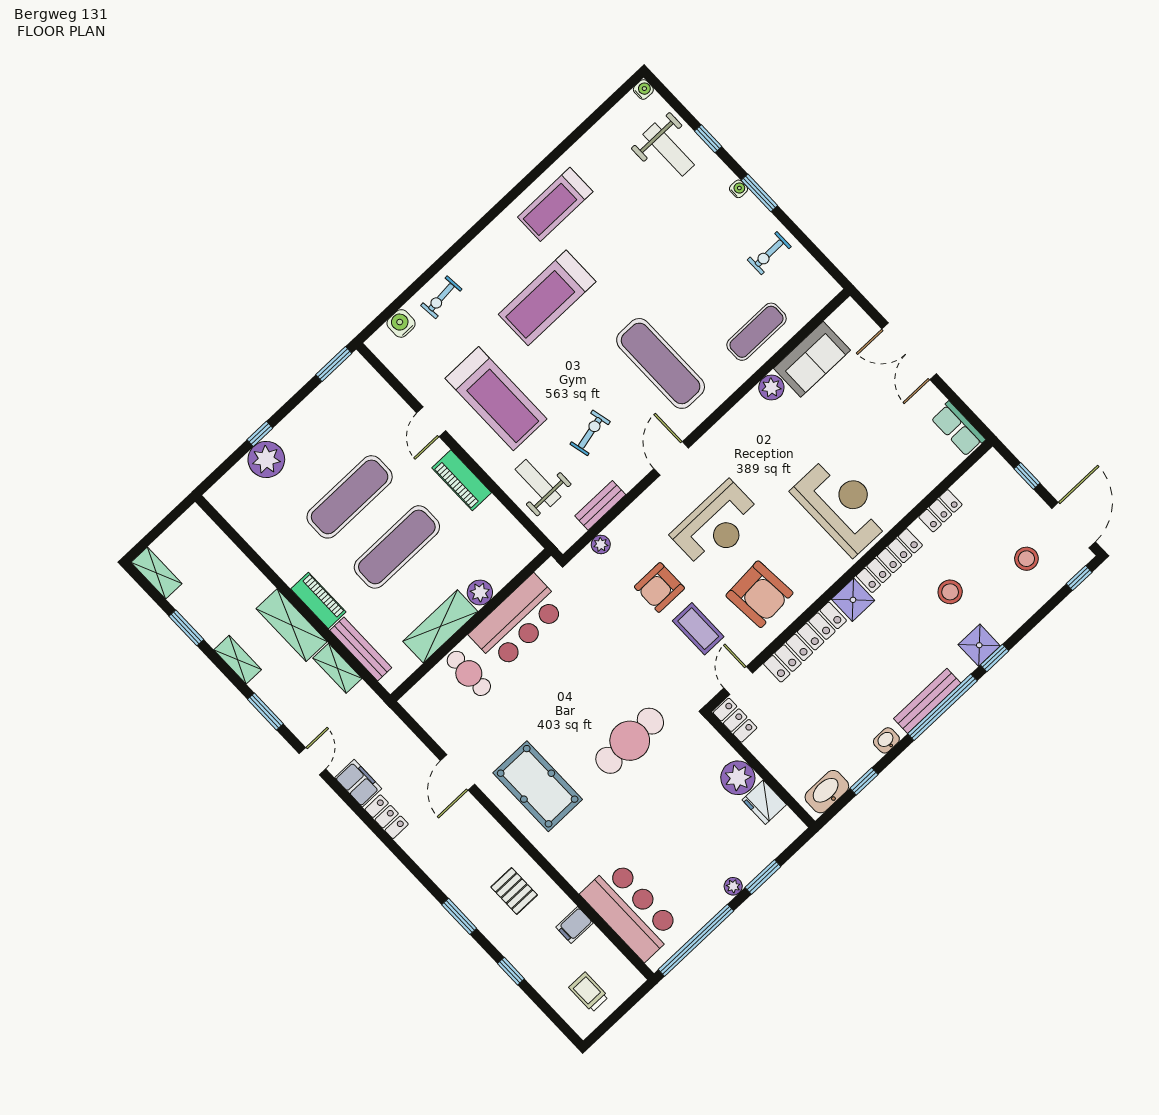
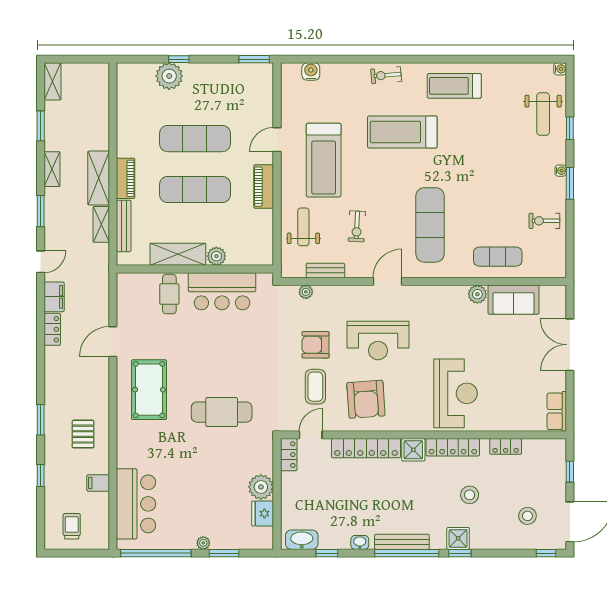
exercise bike: (441, 297) -> (386, 75), moved
exercise bike: (590, 433) -> (357, 226), turned 106

